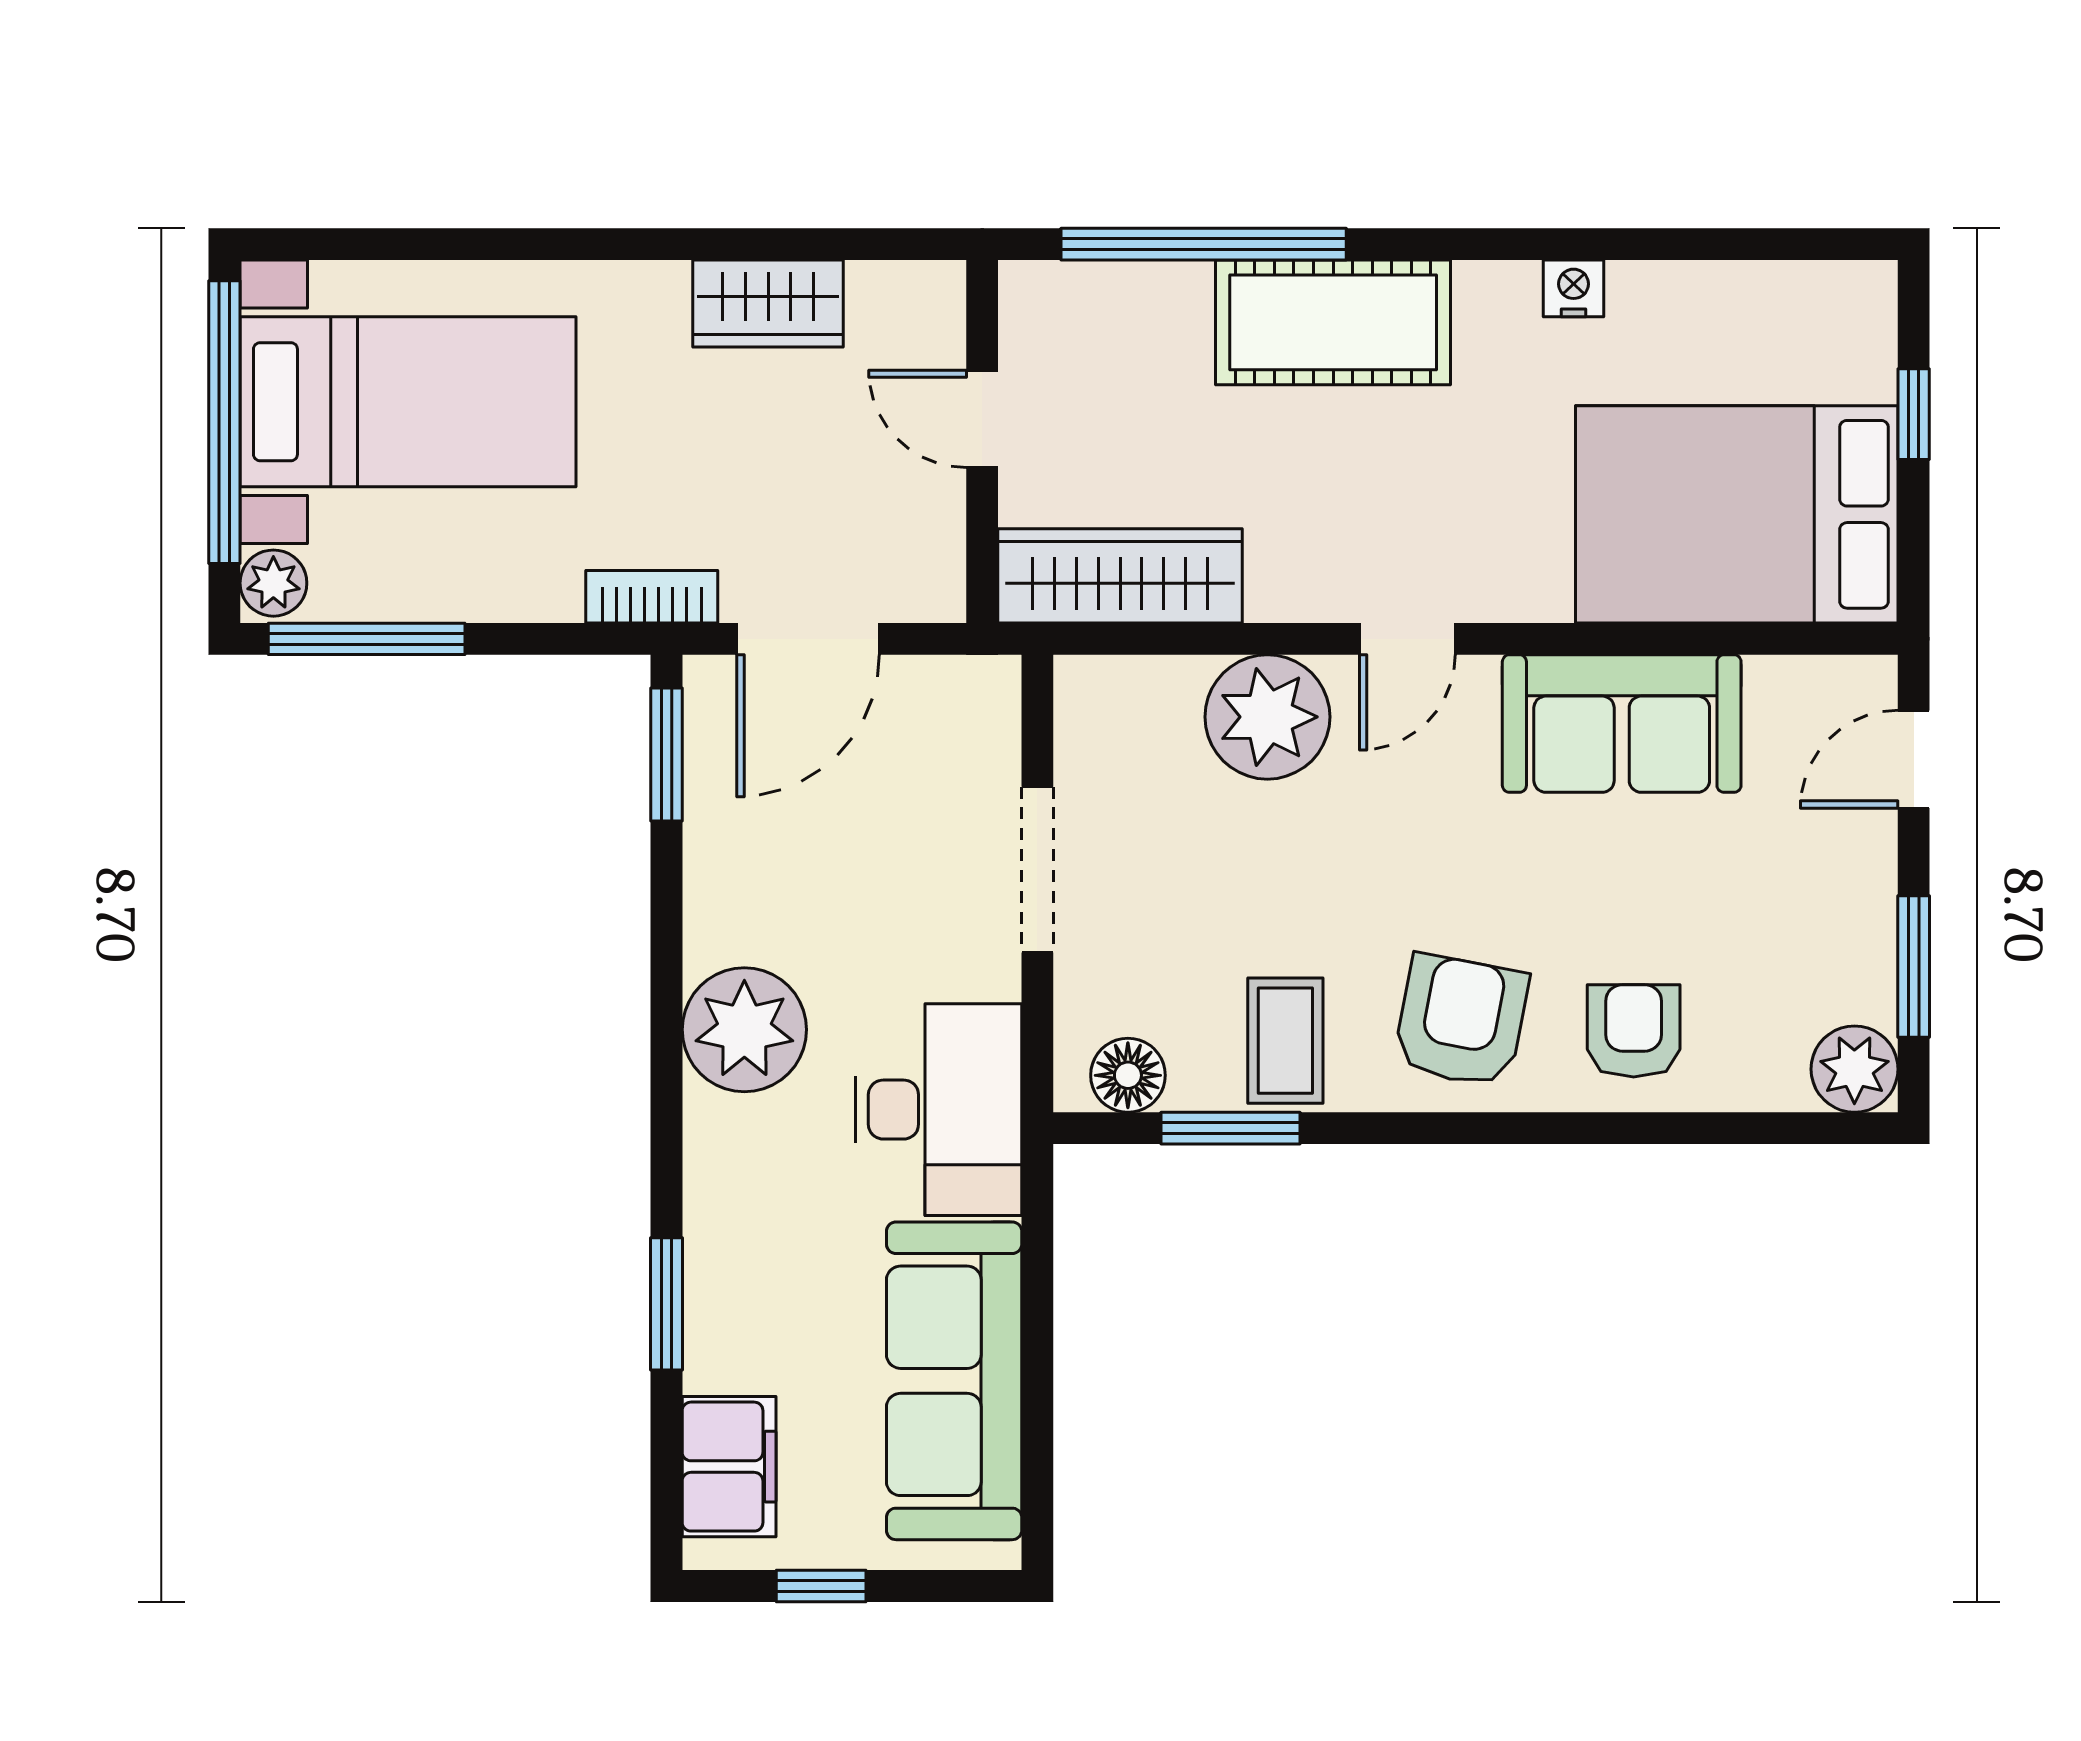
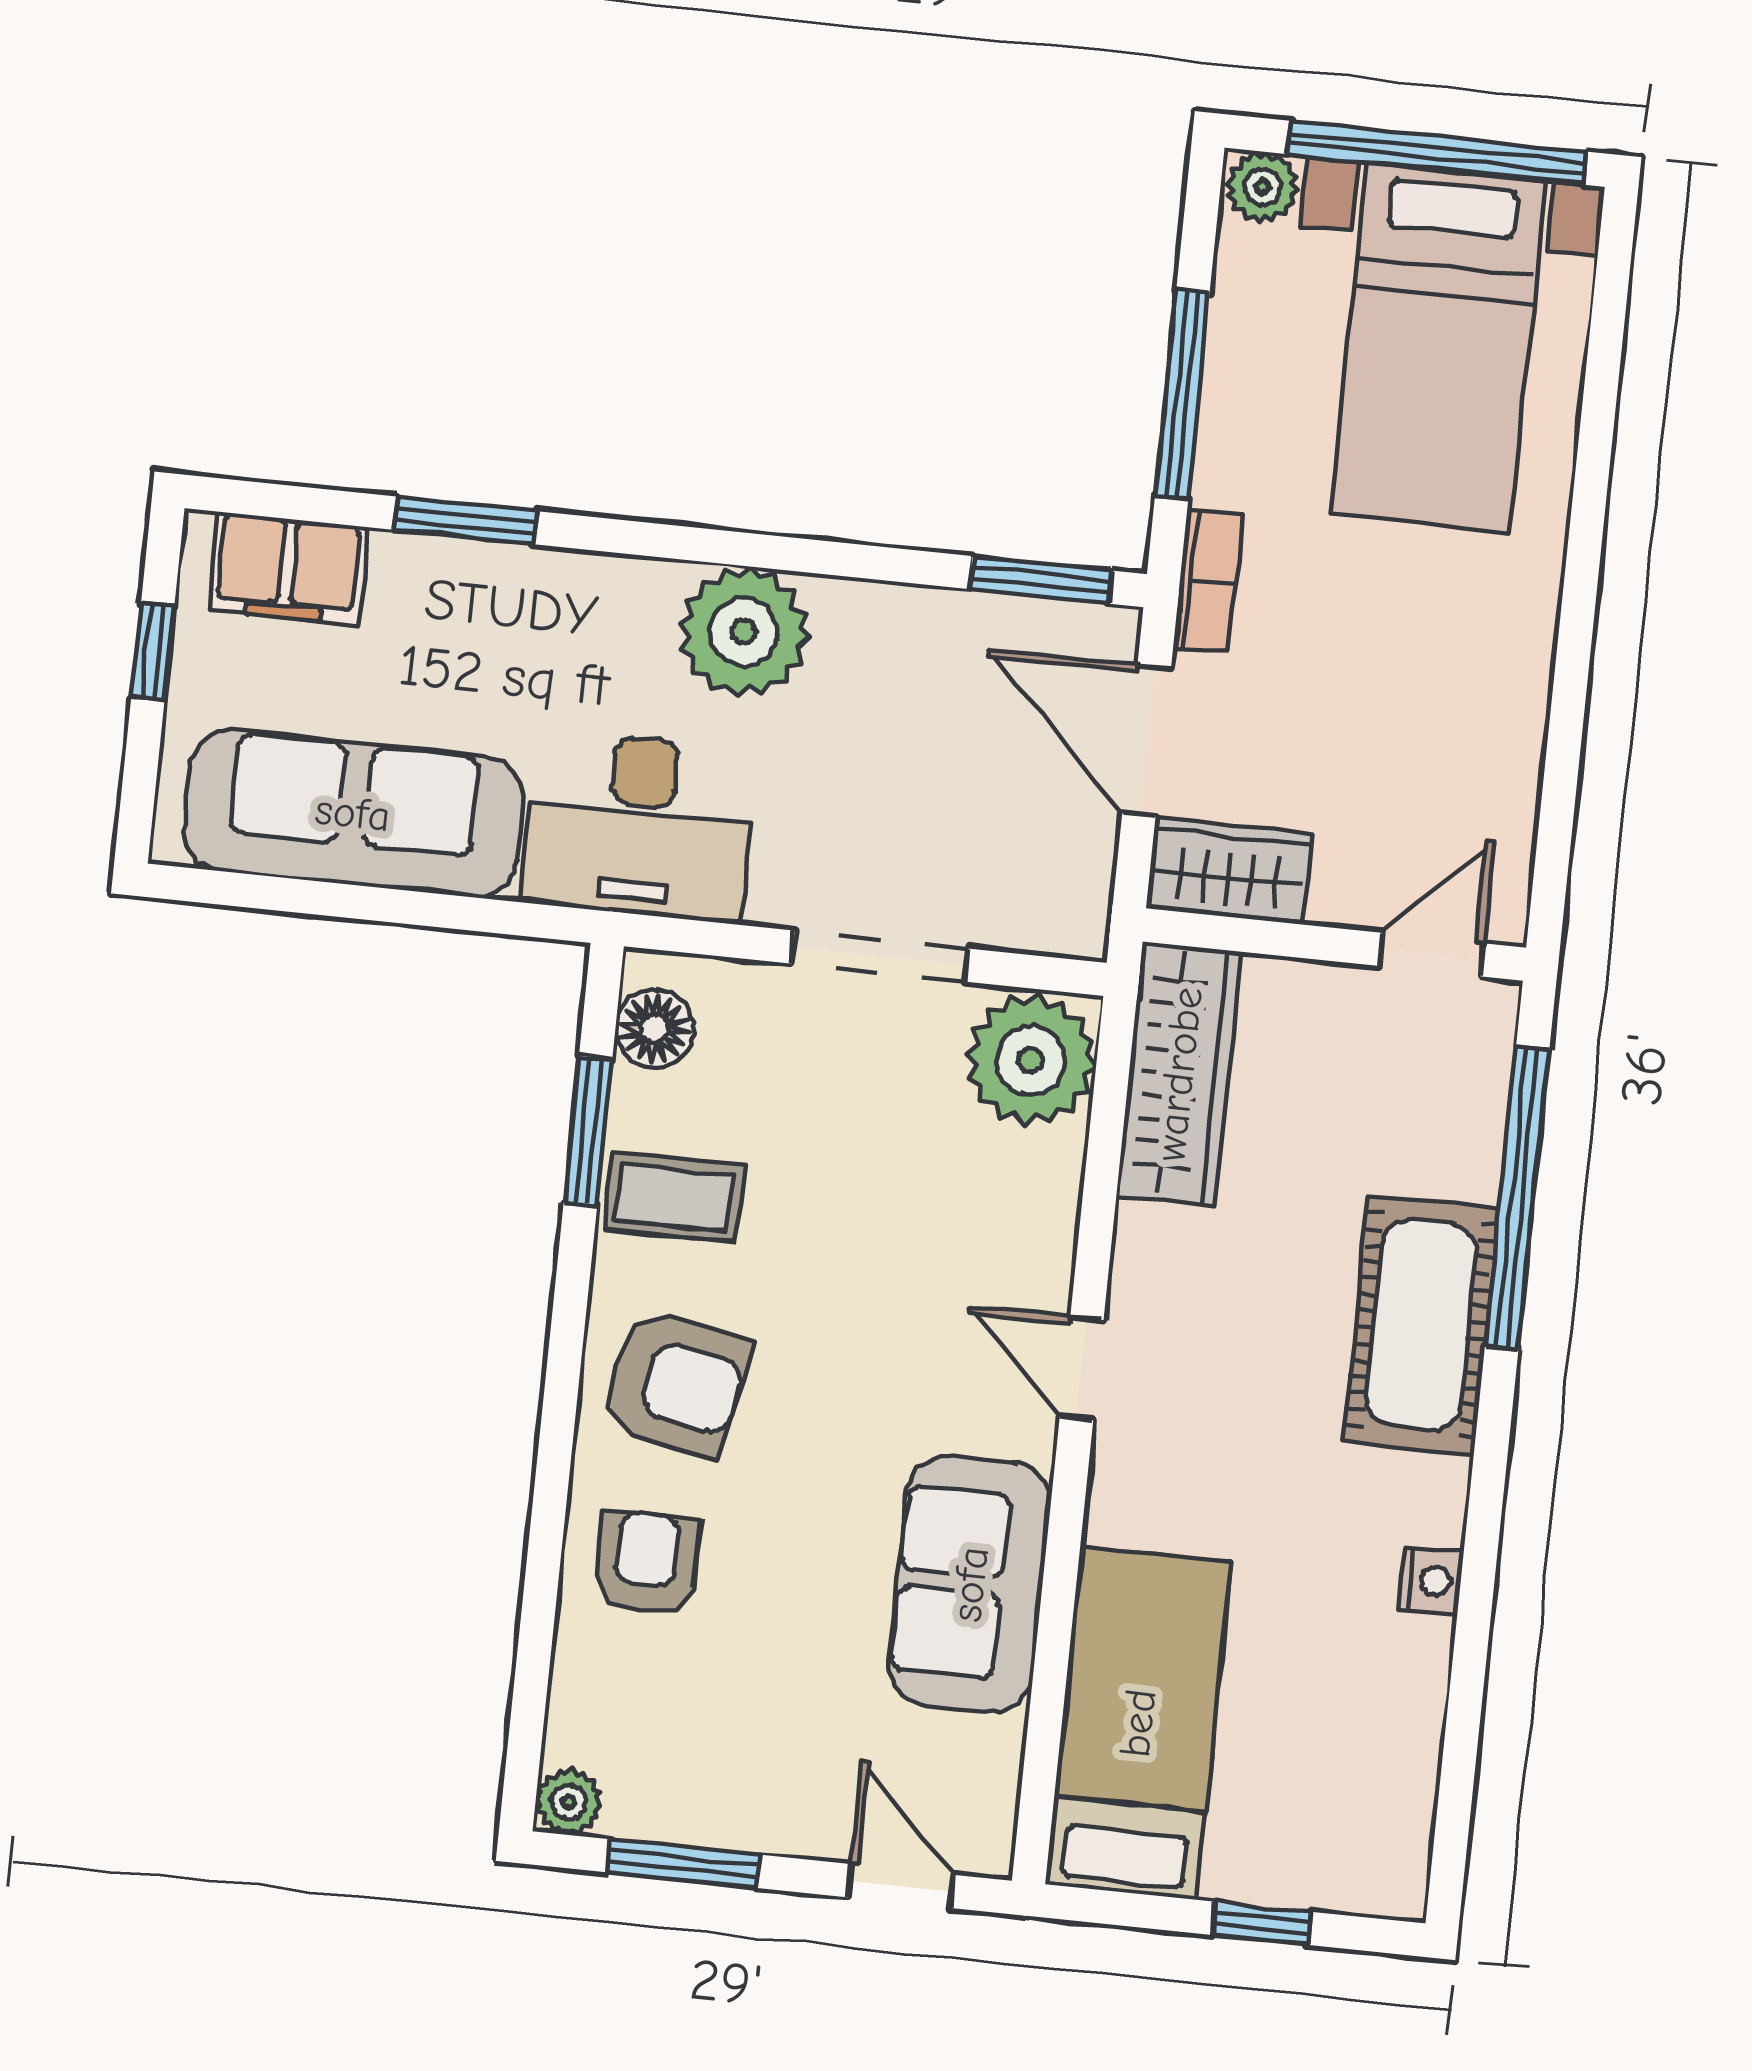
wardrobe: (768, 304) -> (1229, 871), moved, turned 90
door: (982, 419) -> (1431, 955), moved
bed: (1737, 514) -> (1138, 1723), width x0.67
window: (367, 639) -> (1182, 394), moved
plant: (1267, 717) -> (1031, 1060), moved
armchair: (1634, 1031) -> (646, 1563), turned -90
plant: (1854, 1069) -> (569, 1802), width x0.73, depth x0.73

